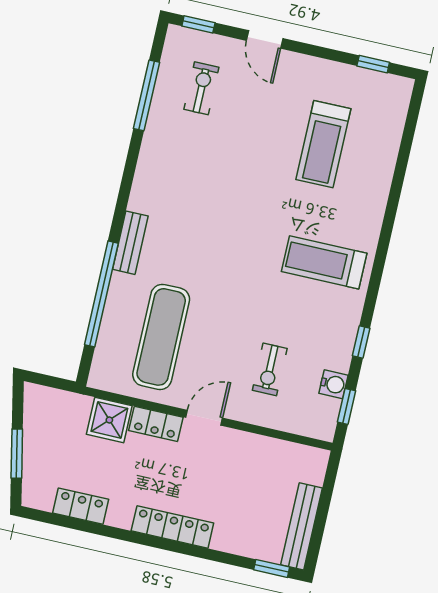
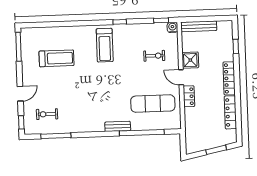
window: (373, 64) -> (18, 47), width x2.17
window: (361, 342) -> (120, 22), moved
water cooler: (333, 384) -> (172, 27), moved
shower: (109, 420) -> (190, 60), moved
locker: (81, 506) -> (230, 112), width x1.53
bench: (302, 526) -> (199, 26), moved
window: (272, 568) -> (236, 46), moved

